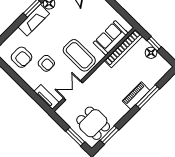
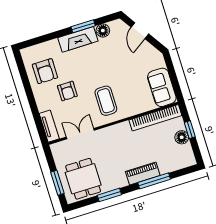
sofa: (111, 38) -> (162, 87), moved, turned -90
coffee table: (79, 55) -> (106, 101), width x0.73, depth x0.76
window: (109, 135) -> (109, 195), moved

